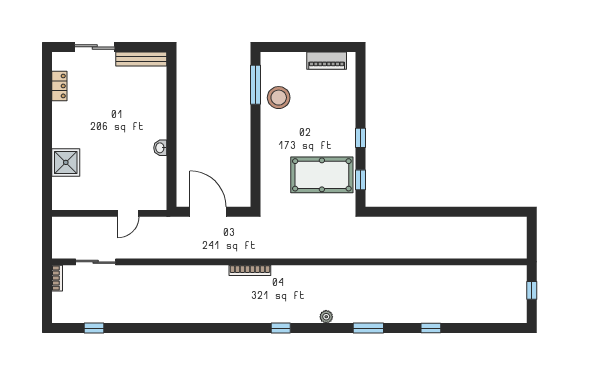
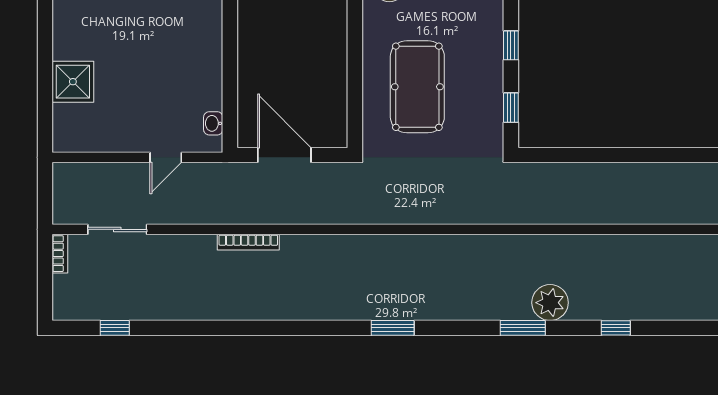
washbasin: (160, 148) -> (213, 123), moved
pool table: (322, 175) -> (417, 87), moved, turned 90
bookcase: (250, 270) -> (248, 242), moved
plant: (326, 317) -> (550, 303), moved, width x1.88, depth x1.88
window: (281, 328) -> (393, 328), width x1.50

